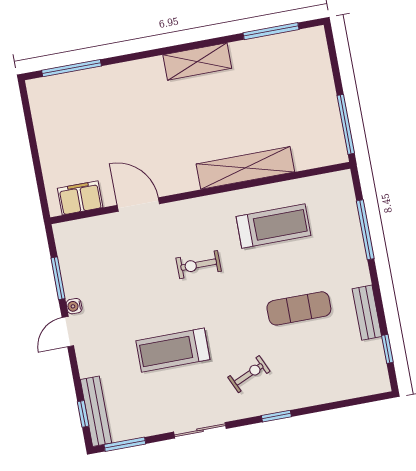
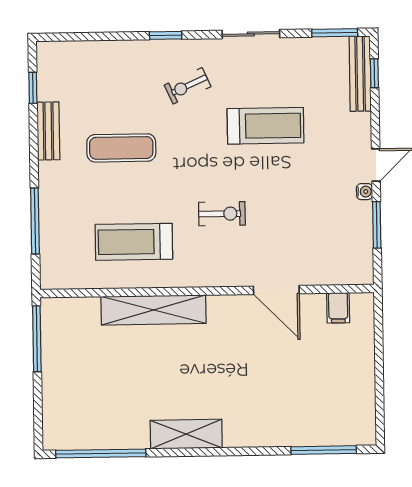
window: (271, 31) -> (101, 454), width x1.46
filing cabinet: (80, 198) -> (338, 308), width x0.50

